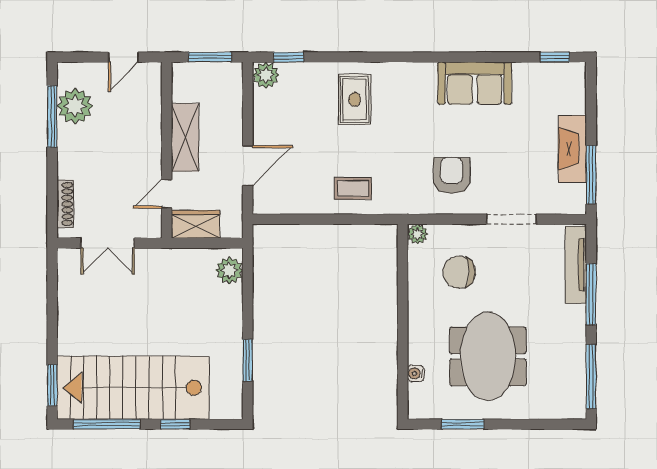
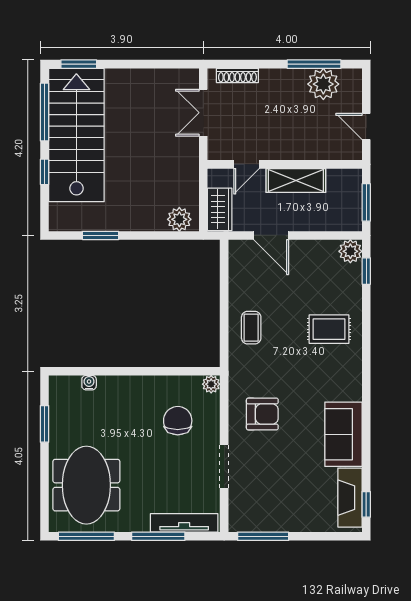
fireplace: (572, 149) -> (350, 498), moved, turned -90
door: (167, 194) -> (246, 164), swing flipped
wardrobe: (196, 224) -> (220, 209), moved
meeting table: (488, 356) -> (86, 485), moved, turned 90

